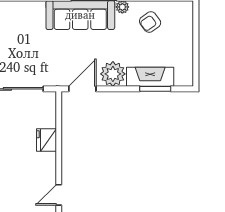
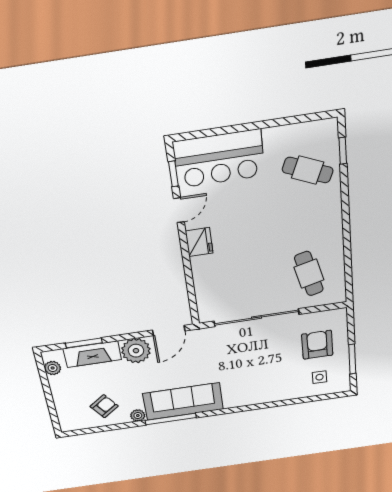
plant: (186, 69) -> (53, 368), added
fridge: (47, 140) -> (199, 242), moved

